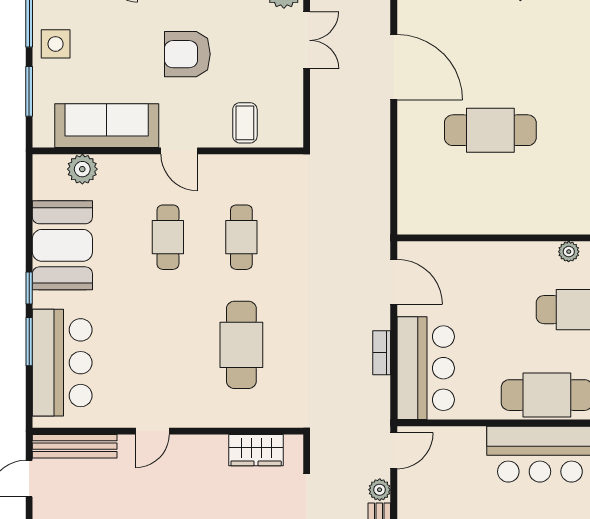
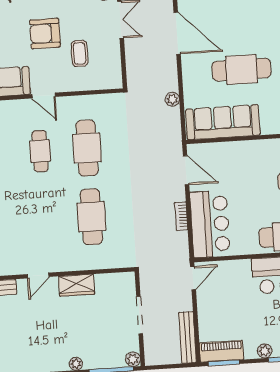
coffee table: (245, 123) -> (80, 53), moved
sofa: (456, 210) -> (223, 122), added
cafe table: (241, 237) -> (87, 148), width x1.37, depth x1.35
wardrobe: (256, 450) -> (77, 285), moved
plant: (380, 490) -> (172, 99), moved

